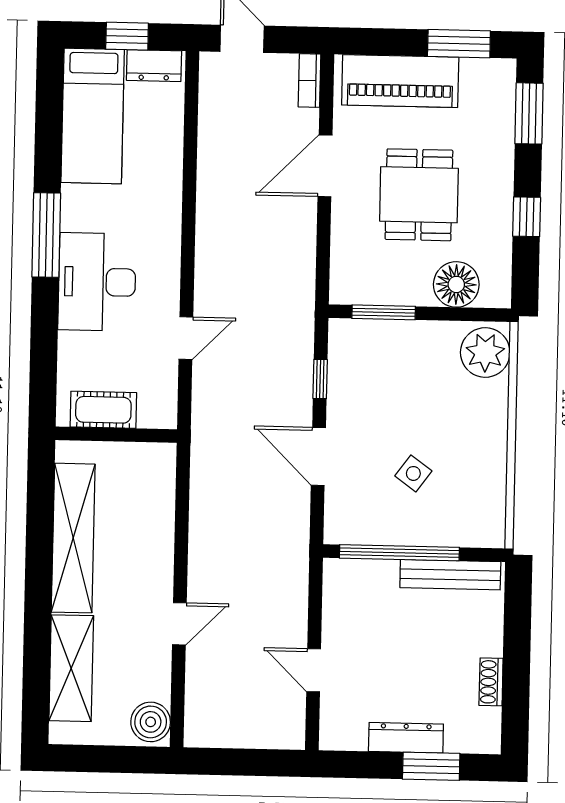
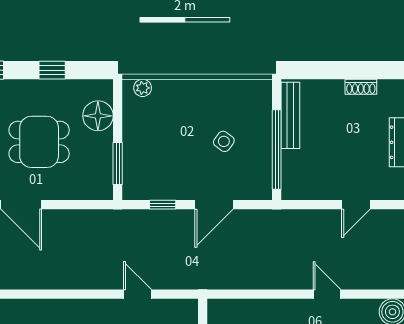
plant: (485, 352) -> (143, 88), width x0.53, depth x0.53

